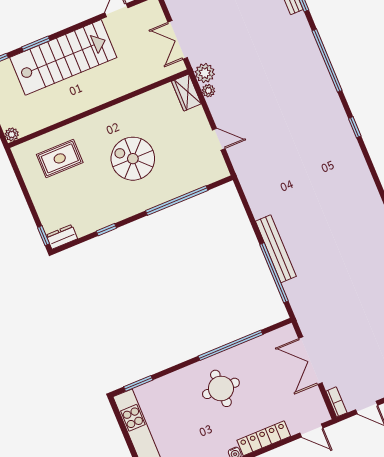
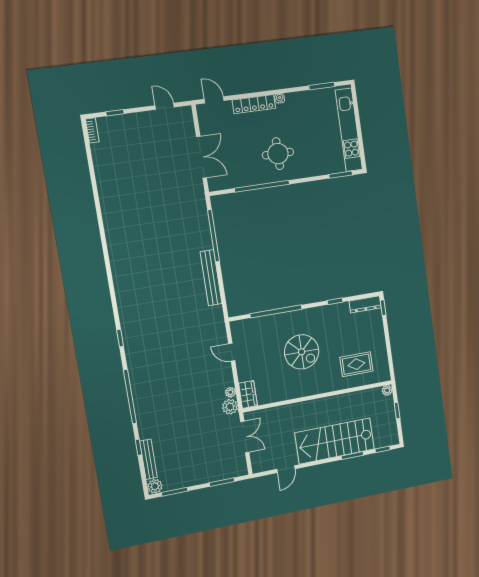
dresser: (62, 237) -> (365, 304), width x1.44
bench: (276, 249) -> (211, 278), moved
bookcase: (336, 402) -> (188, 118), removed

